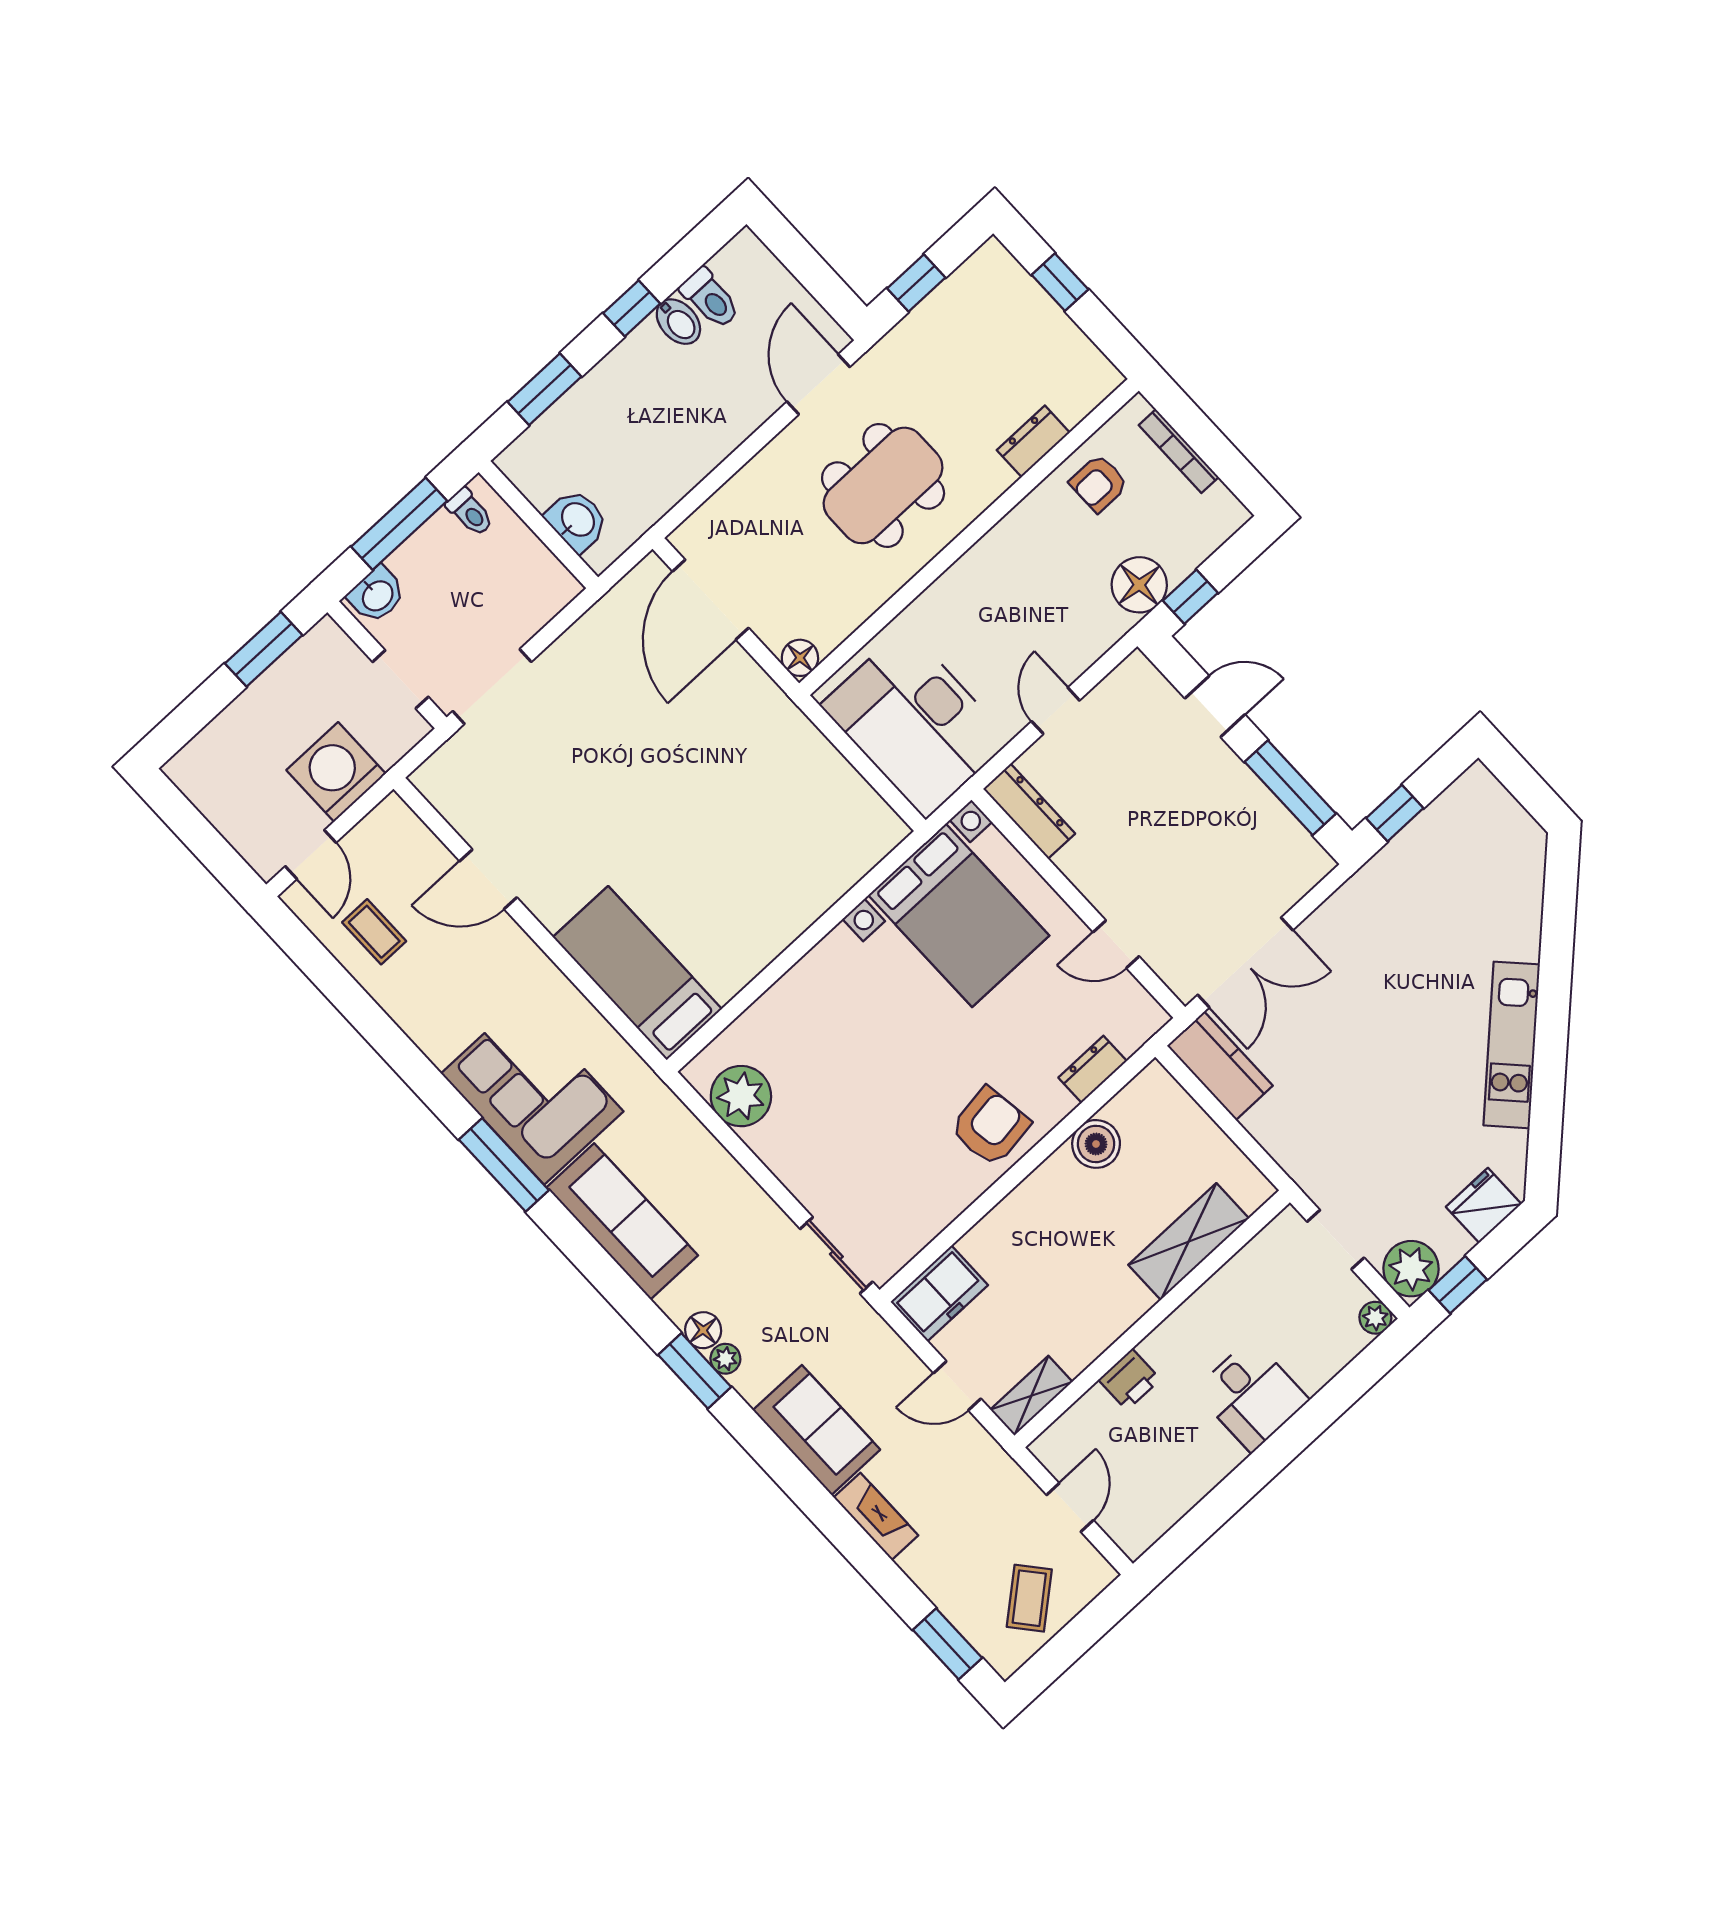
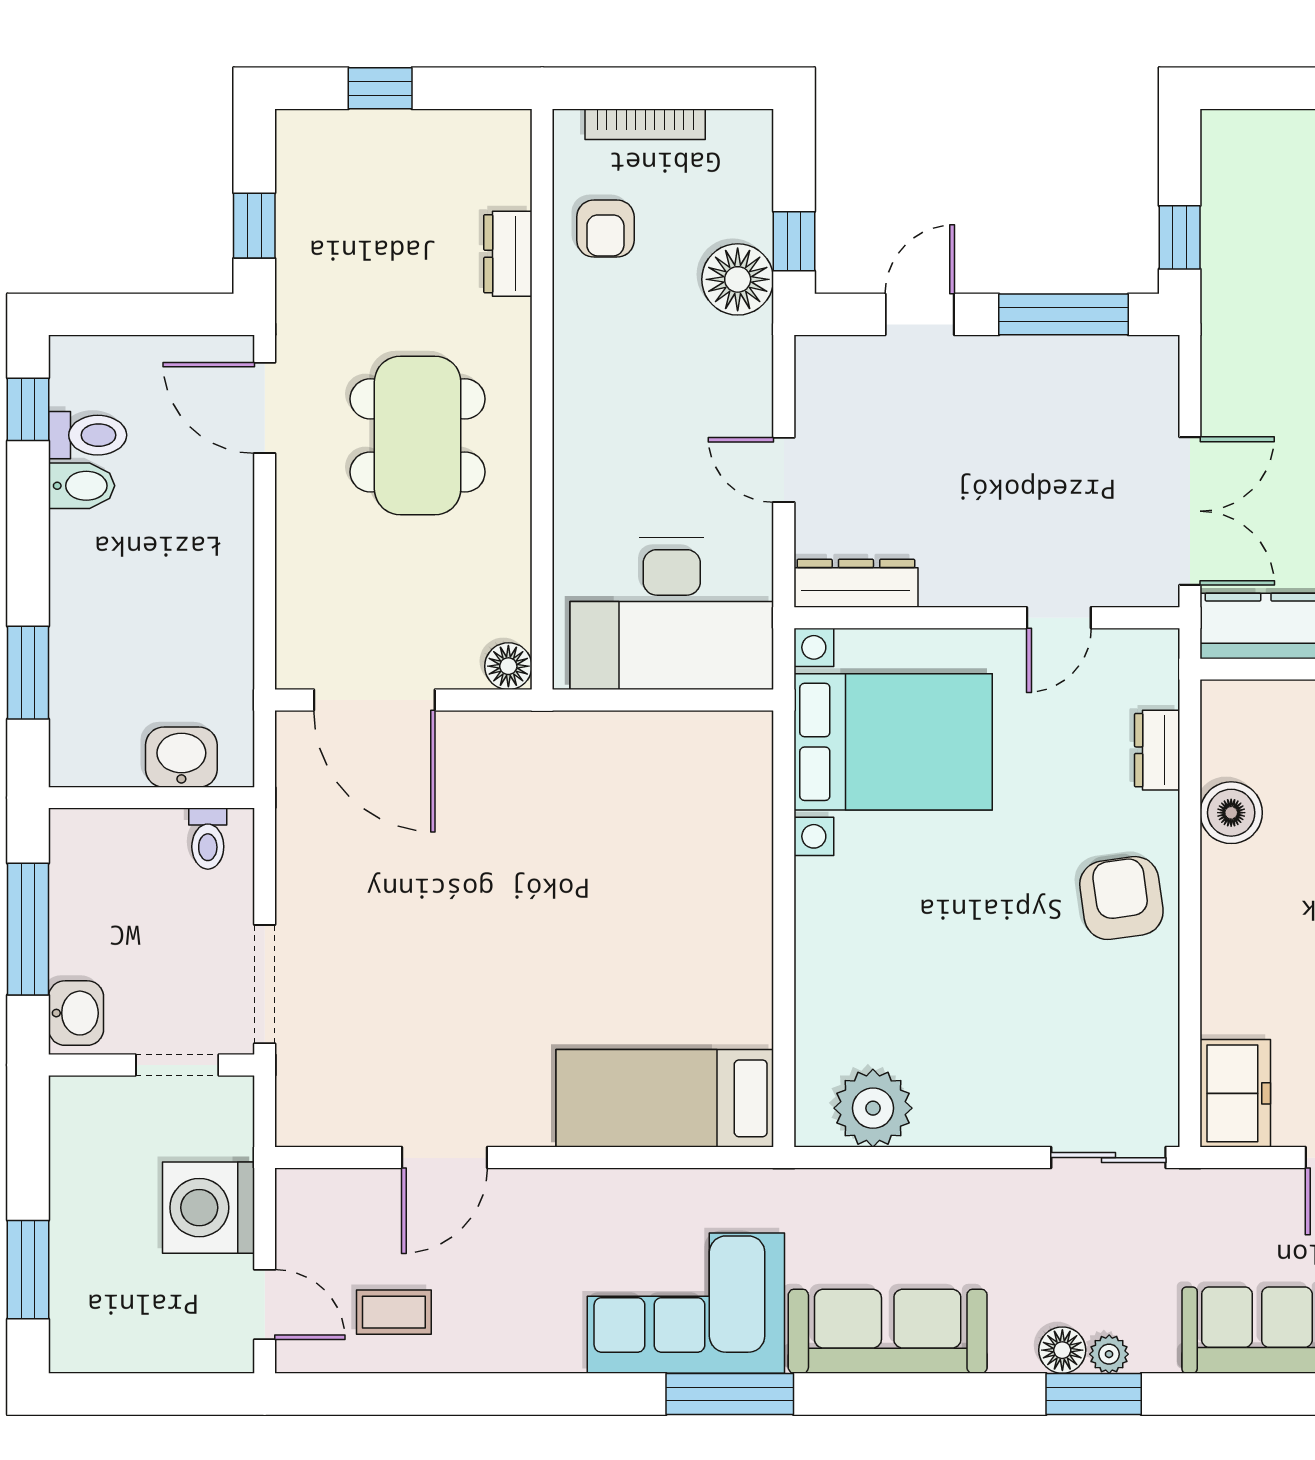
window: (632, 308) -> (28, 409), moved
toilet: (470, 512) -> (208, 839), moved, turned 90
window: (264, 649) -> (28, 1270), moved

